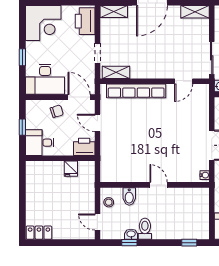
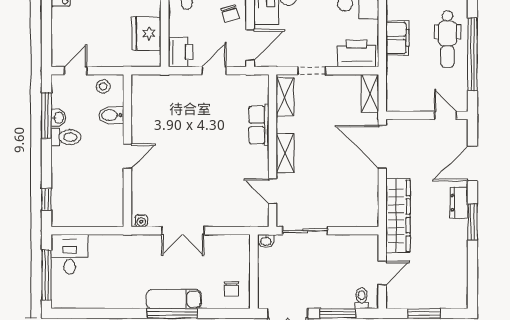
shelving: (195, 12) -> (285, 153), moved
row of seats: (136, 91) -> (259, 125), width x0.50
fridge: (71, 169) -> (147, 33), width x1.88, depth x1.34
window: (129, 243) -> (47, 115), width x2.17

